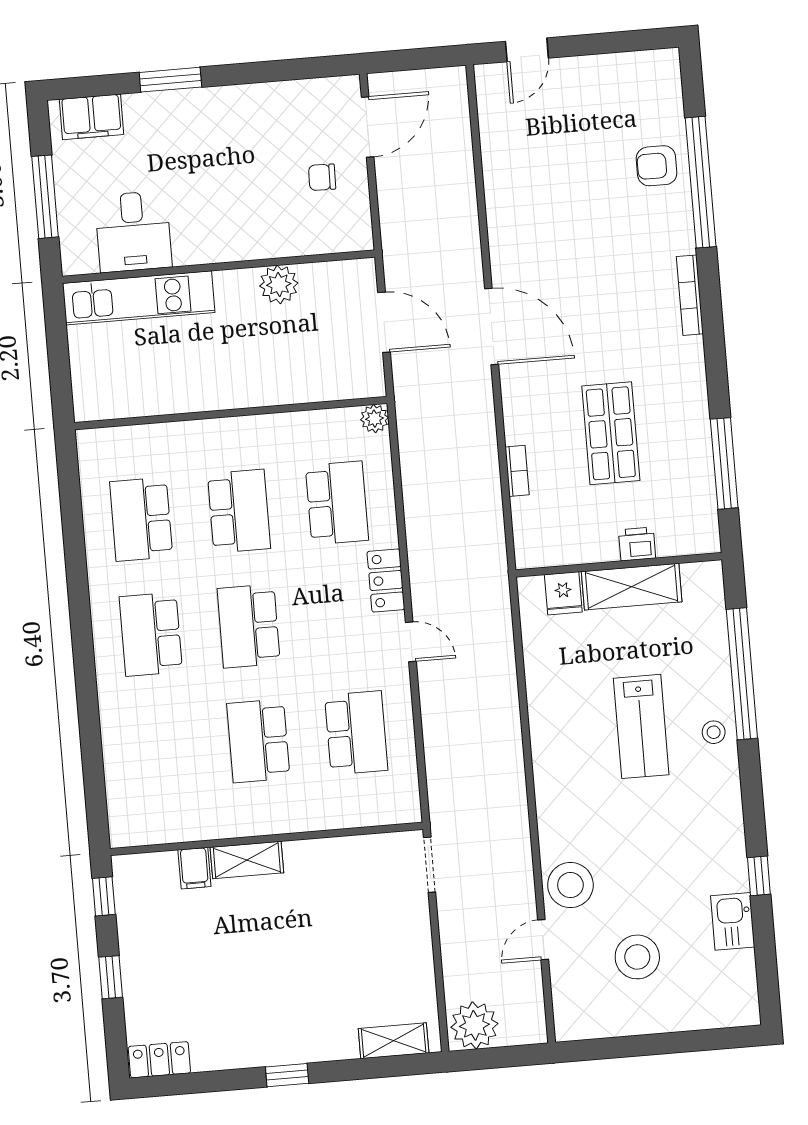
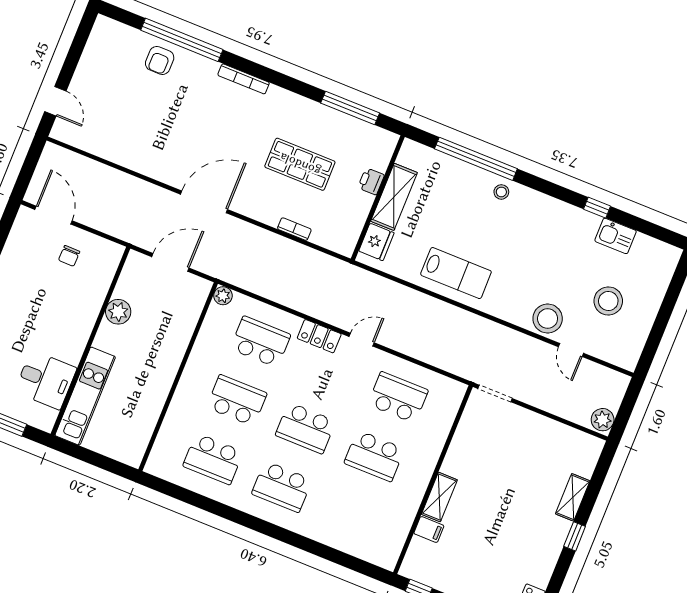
fridge: (563, 593) -> (376, 242), width x1.38
lab bench: (641, 726) -> (456, 273), moved
plant: (474, 1025) -> (603, 420), width x0.73, depth x0.73
shelving: (394, 1041) -> (573, 497), moved

